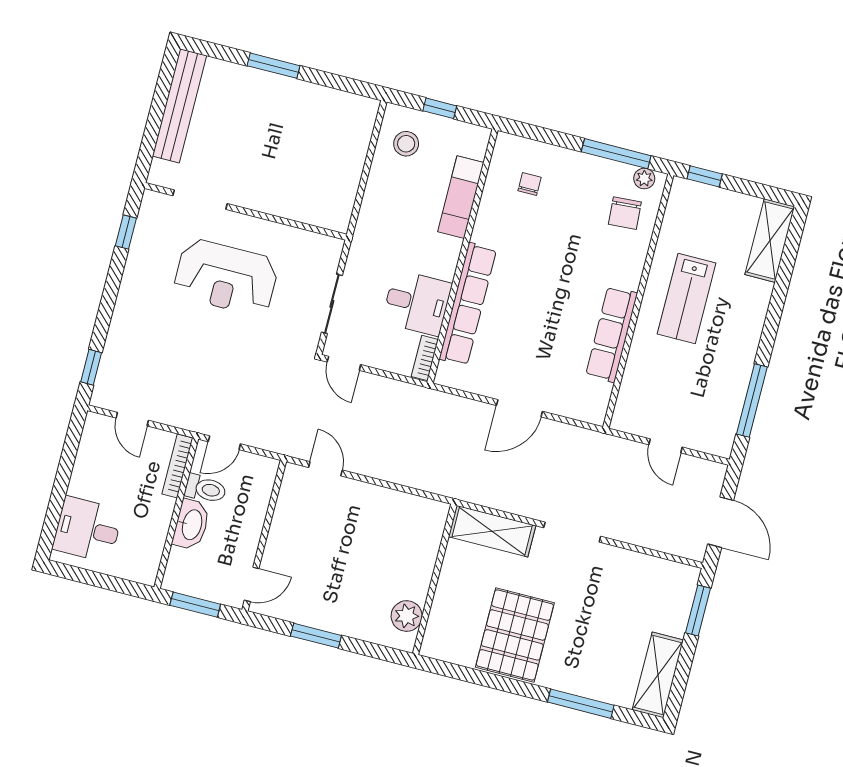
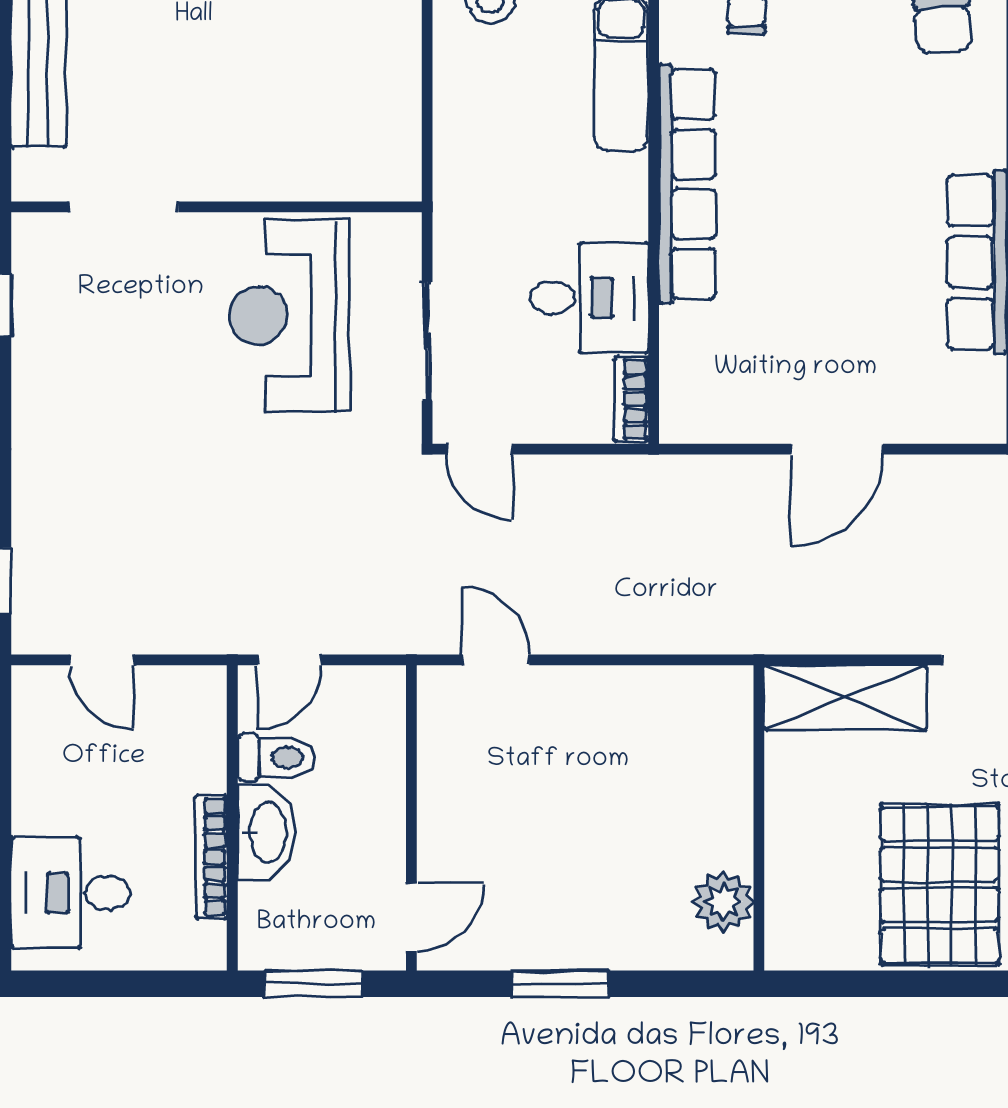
reception desk: (226, 277) -> (290, 315), moved, turned 90
row of seats: (468, 304) -> (687, 184), moved
bookcase: (177, 466) -> (211, 857), moved

